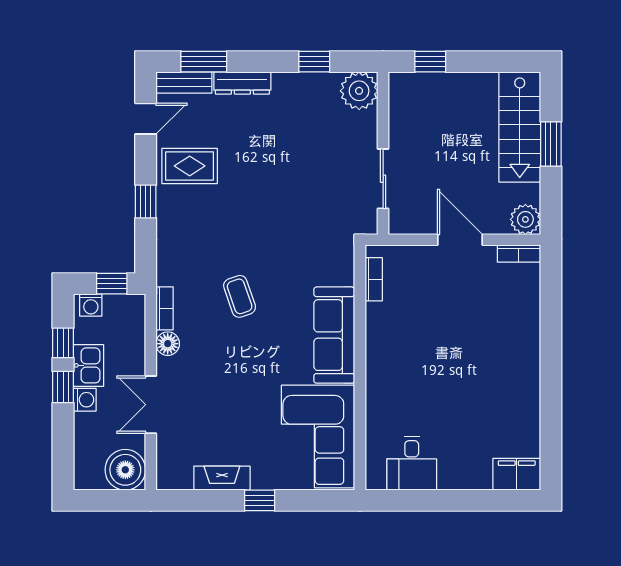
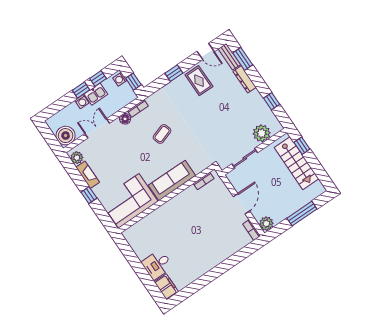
plant: (359, 91) -> (262, 133), moved
stairs: (520, 127) -> (296, 163), moved, turned -90
window: (551, 144) -> (302, 214), width x1.44
desk: (412, 463) -> (157, 265), moved
plant: (178, 477) -> (77, 158), added

